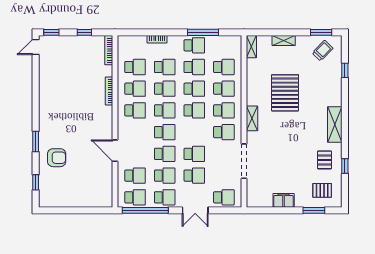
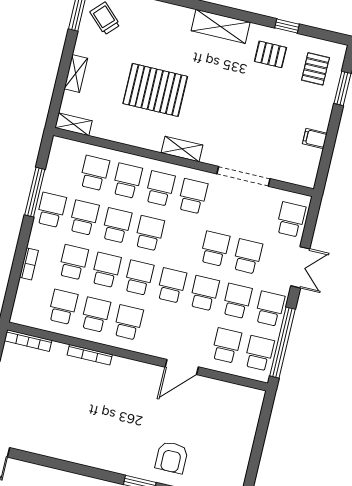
armchair: (57, 158) -> (172, 457), turned 180
filing cabinet: (284, 200) -> (315, 138), width x0.50

